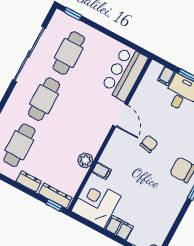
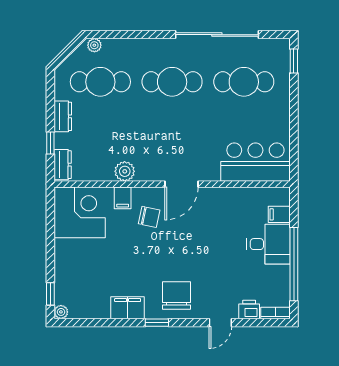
door: (120, 115) -> (181, 184), moved
chair: (149, 144) -> (149, 217), moved
dresser: (55, 196) -> (63, 165), width x0.70
window: (54, 205) -> (50, 143), moved
filing cabinet: (119, 228) -> (128, 308), moved, turned -90

